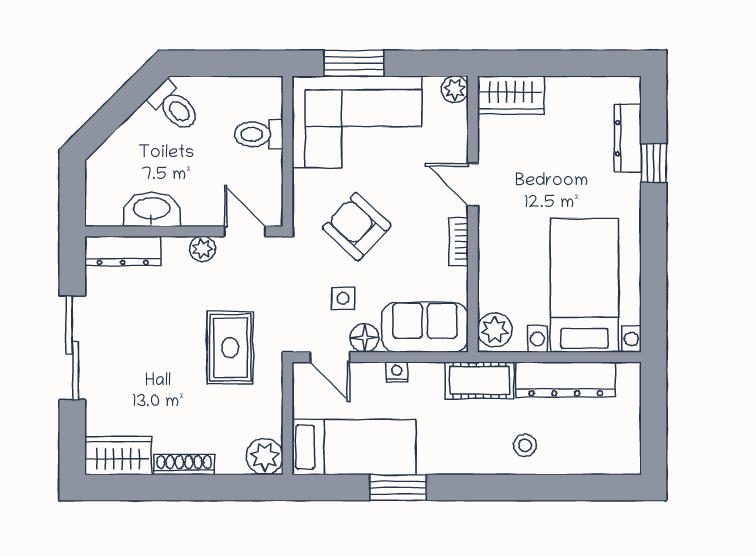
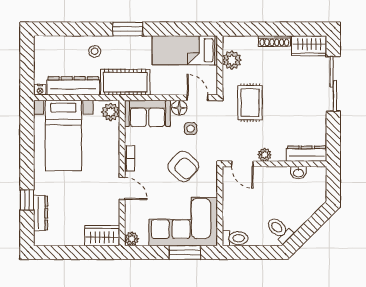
toilet: (259, 134) -> (235, 238), moved
washbasin: (152, 209) -> (298, 173), width x0.52, depth x0.69
sliding door: (72, 348) -> (333, 84), moved
nightstand: (397, 372) -> (40, 90), moved
cot: (480, 380) -> (125, 82), width x1.37, depth x1.34
plant: (265, 457) -> (232, 60), moved
window: (398, 487) -> (128, 29), moved

